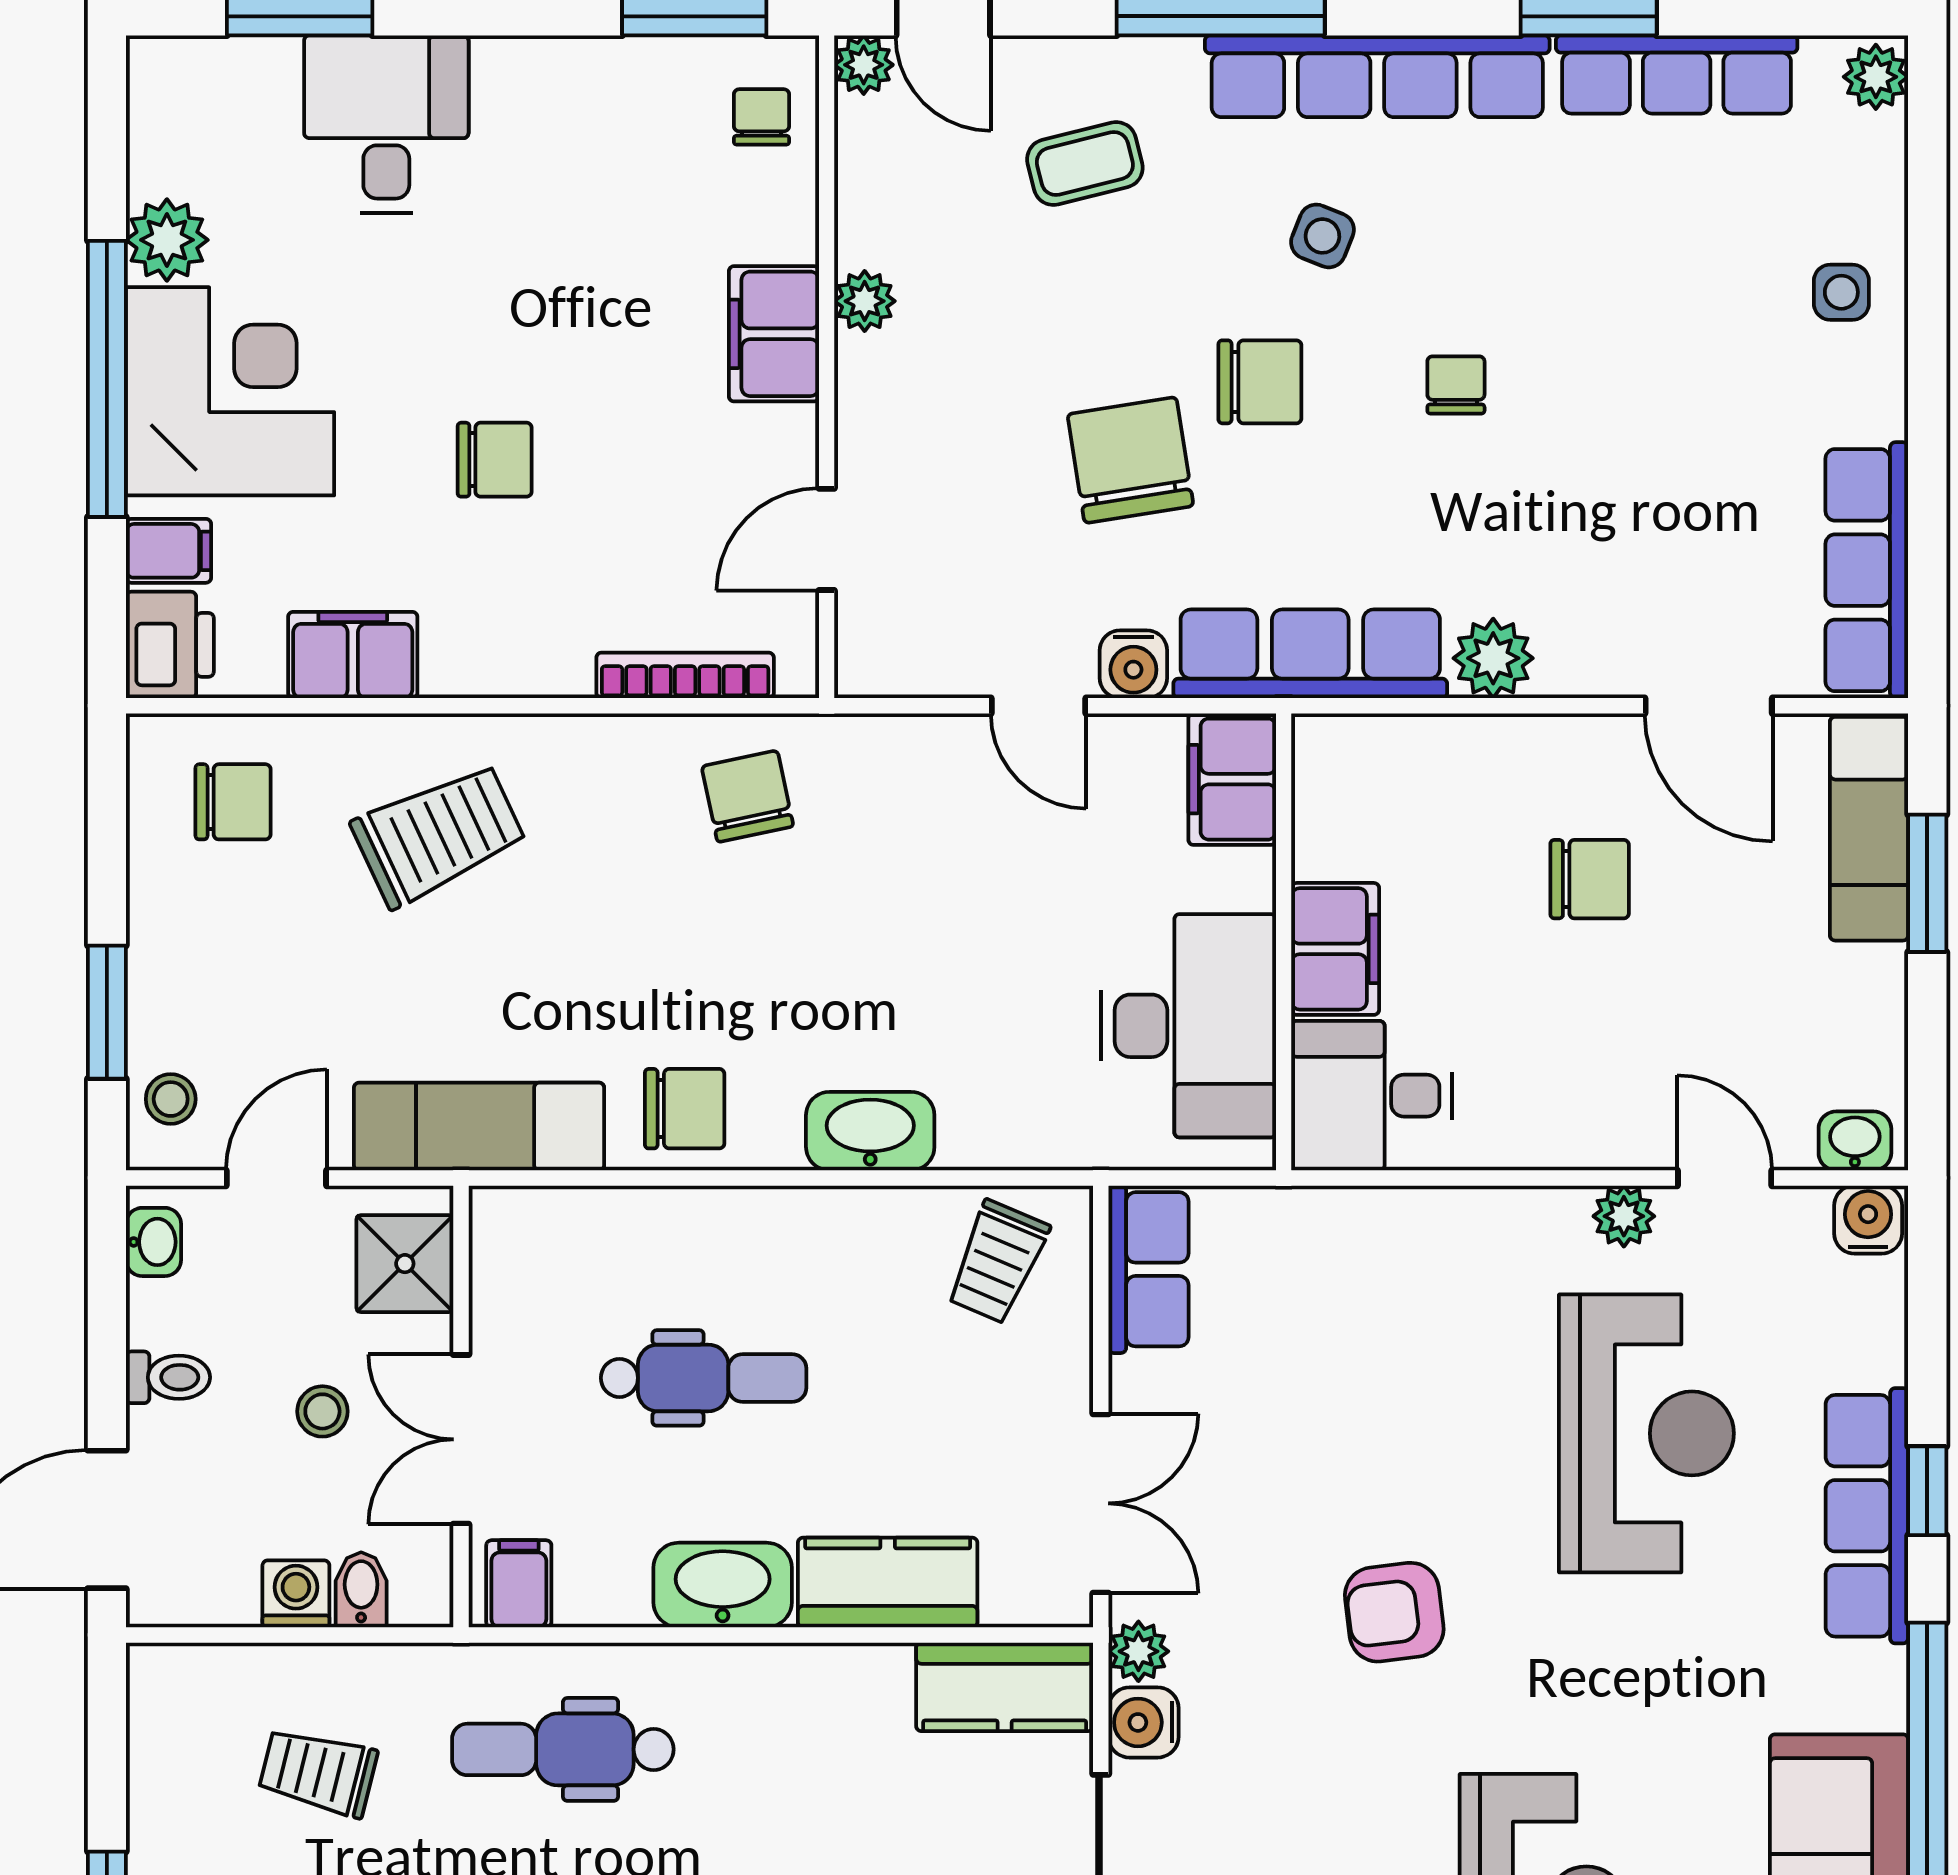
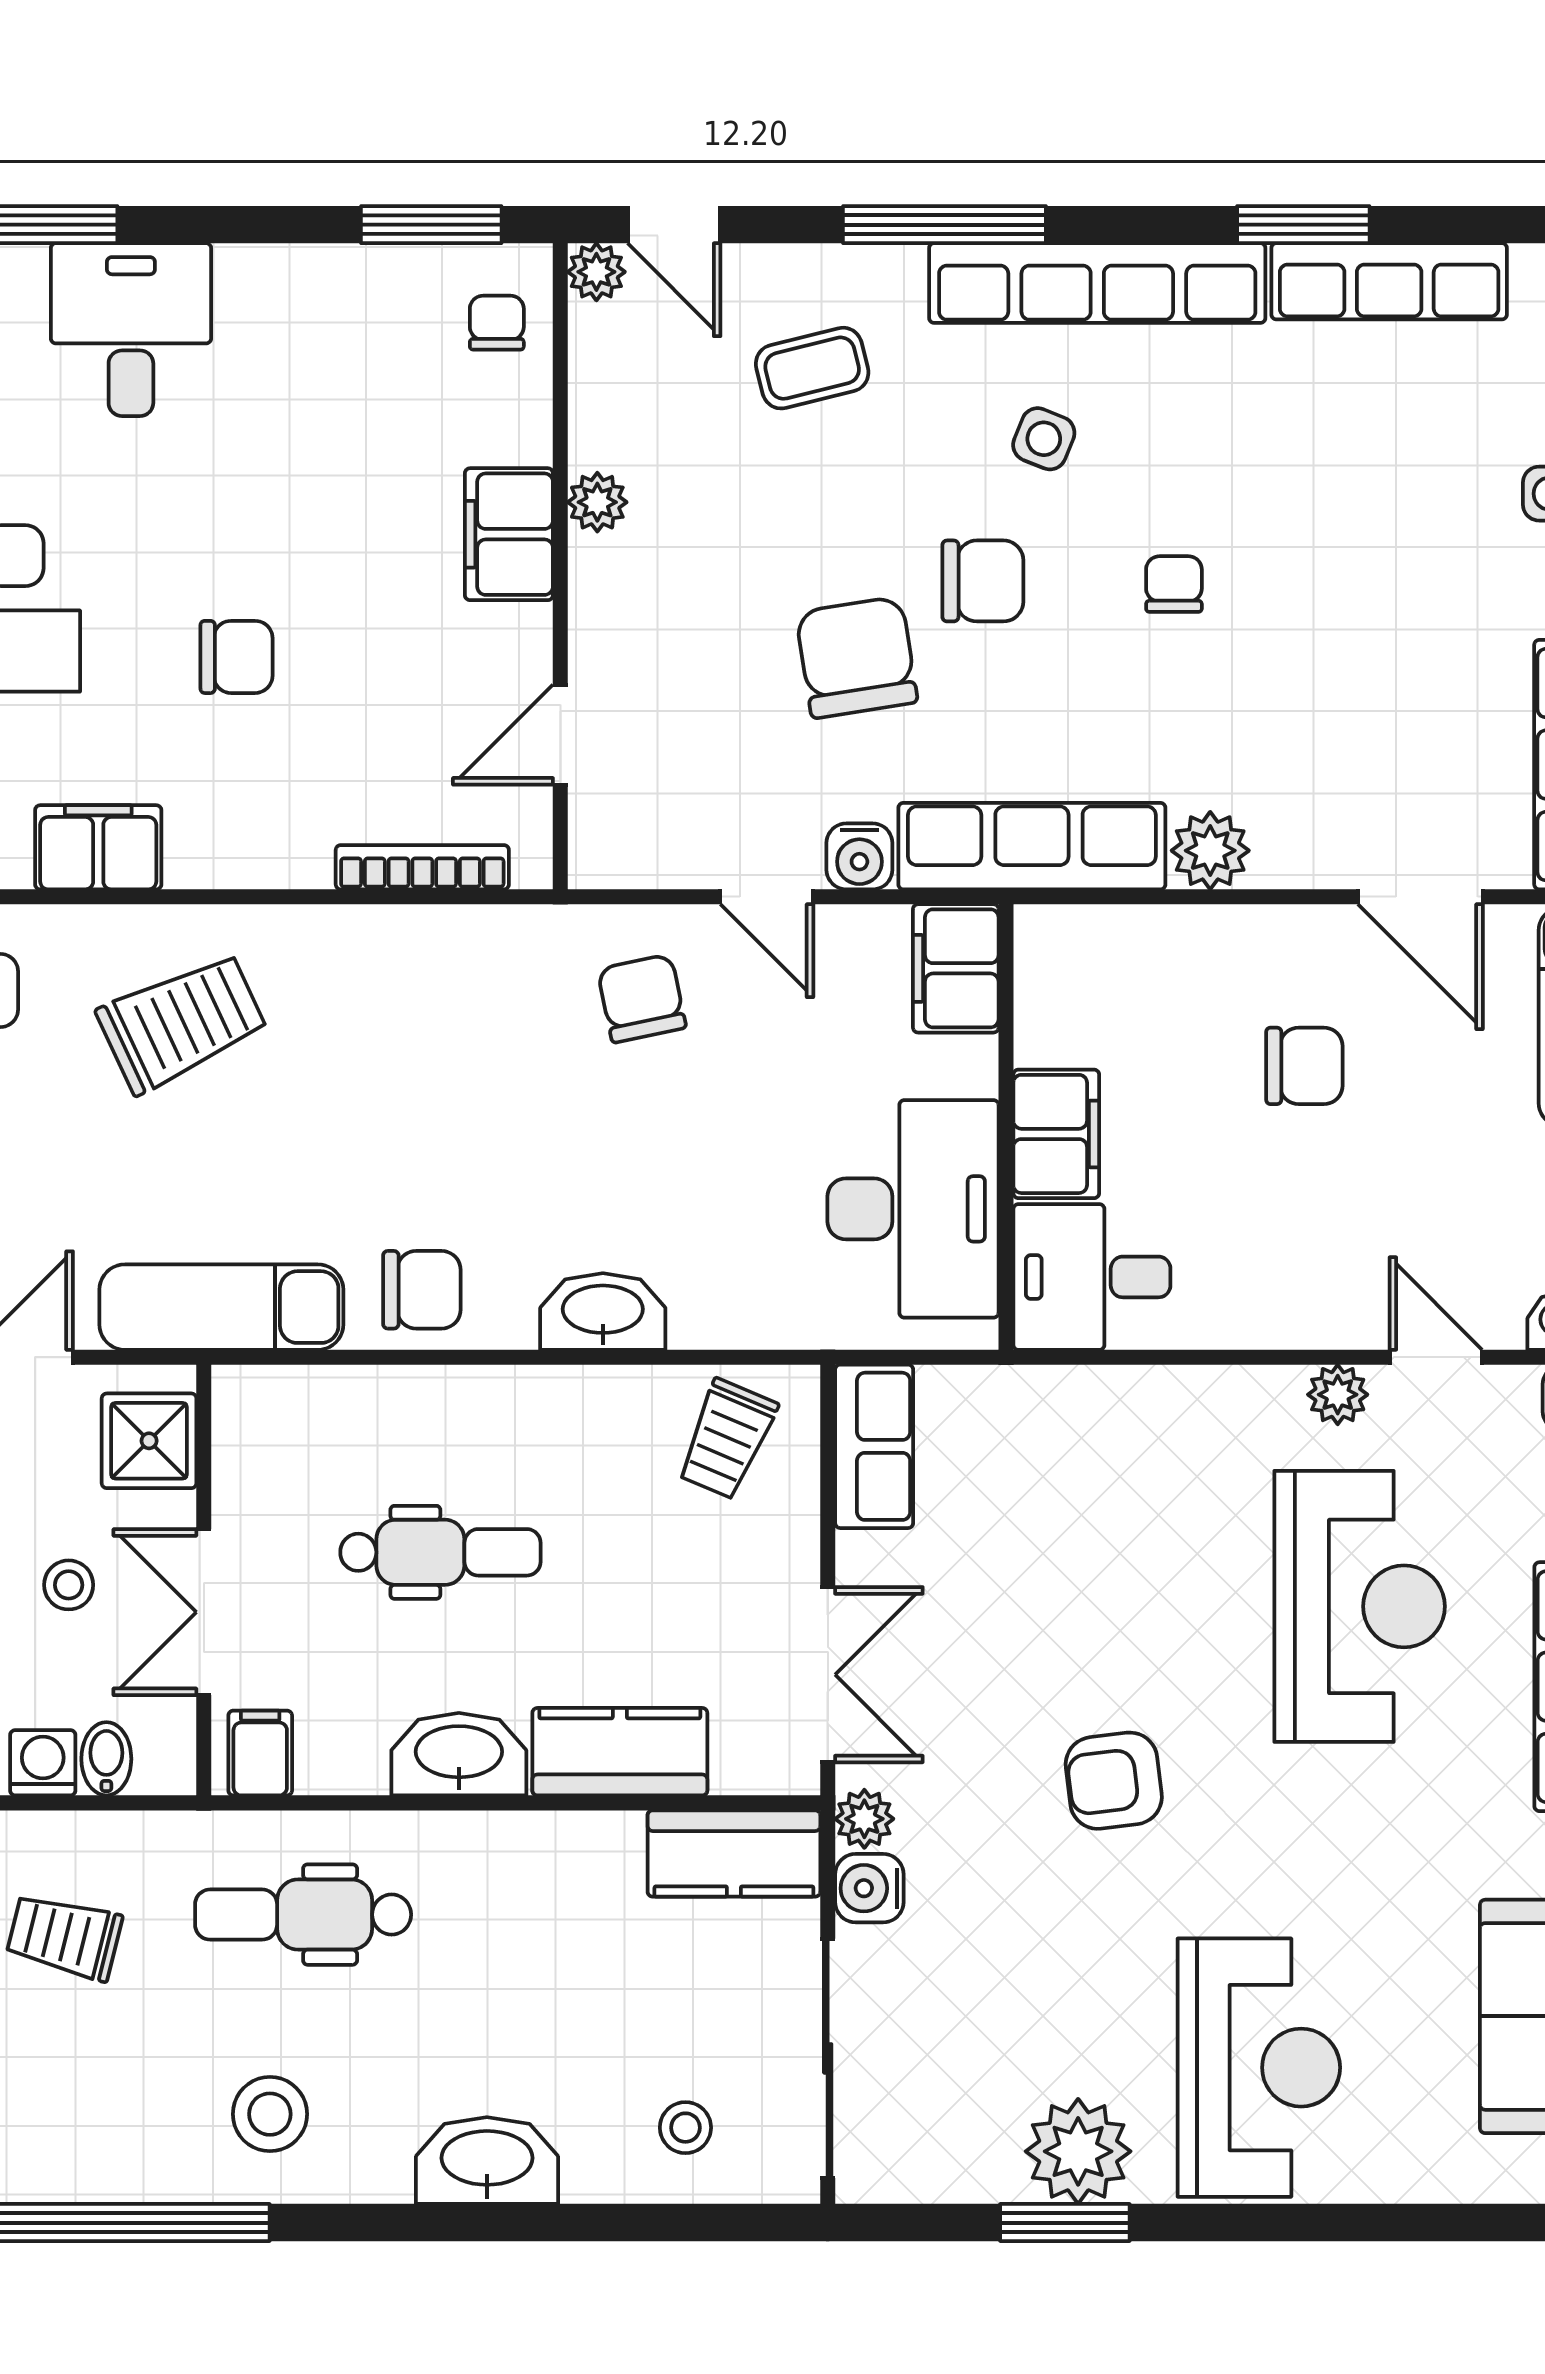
chair: (748, 796) -> (642, 998), moved

